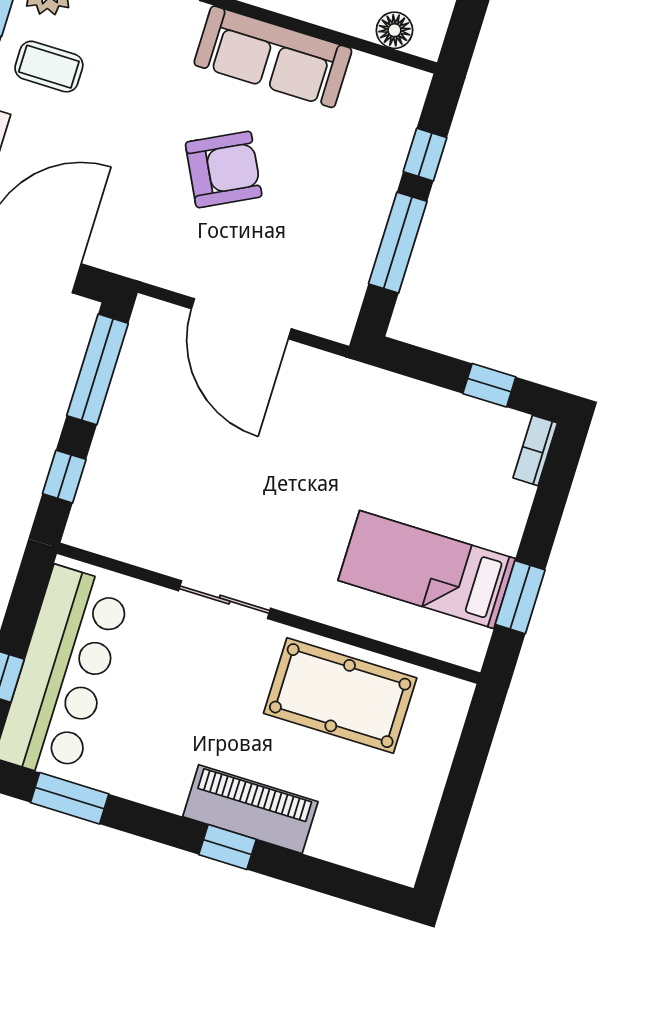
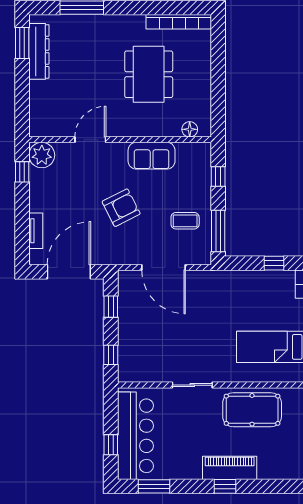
sofa: (273, 57) -> (152, 156), width x0.73
coffee table: (49, 67) -> (185, 221), moved
armchair: (224, 169) -> (121, 208), moved
window: (398, 243) -> (218, 231), moved
window: (97, 369) -> (111, 307), width x0.46

